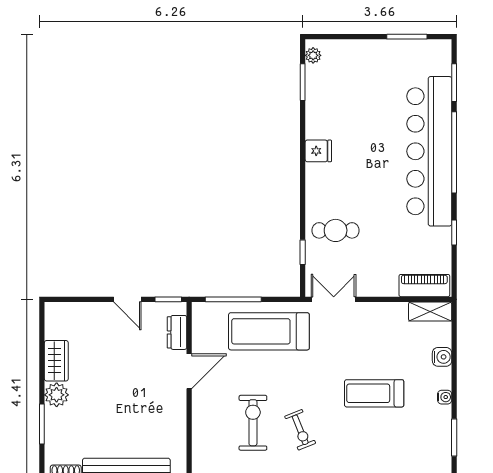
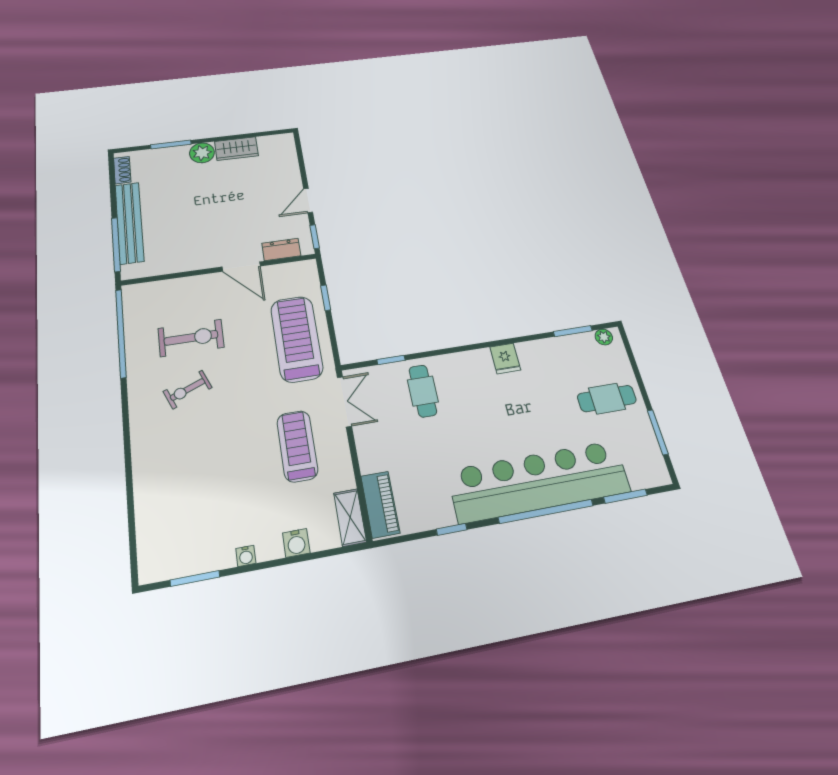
cafe table: (370, 71) -> (607, 399), added
window: (233, 299) -> (326, 298), width x0.46
treadmill: (374, 393) -> (297, 446), moved

